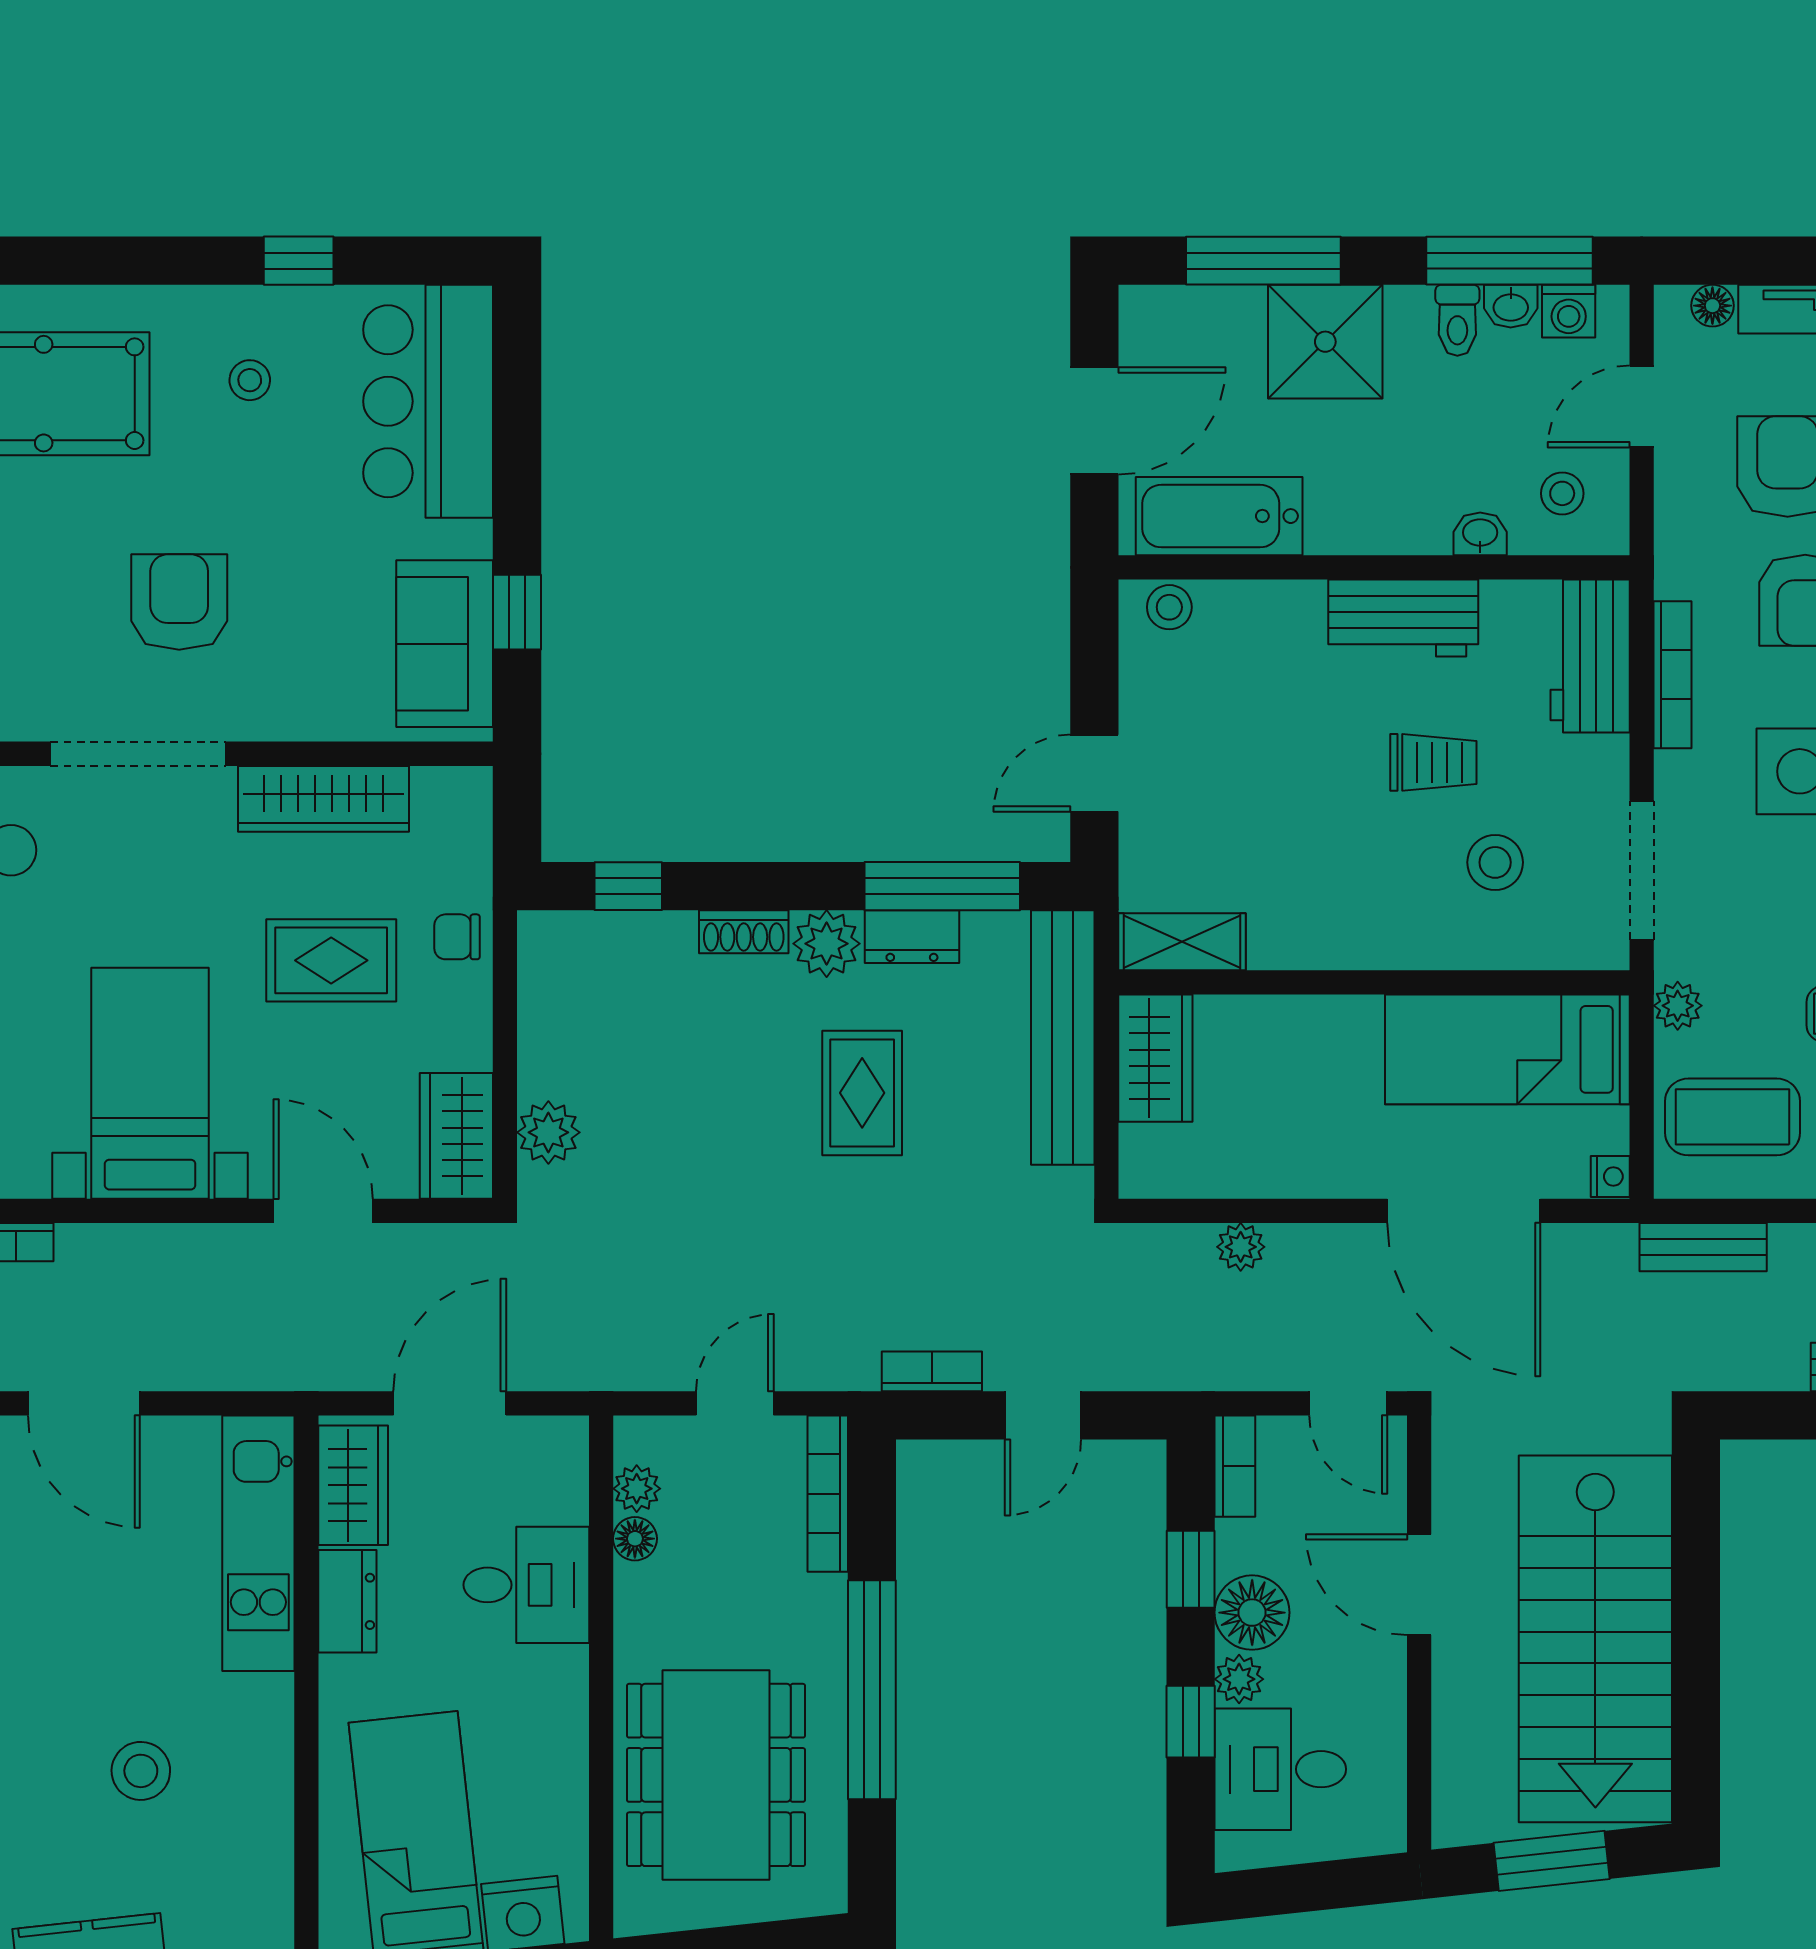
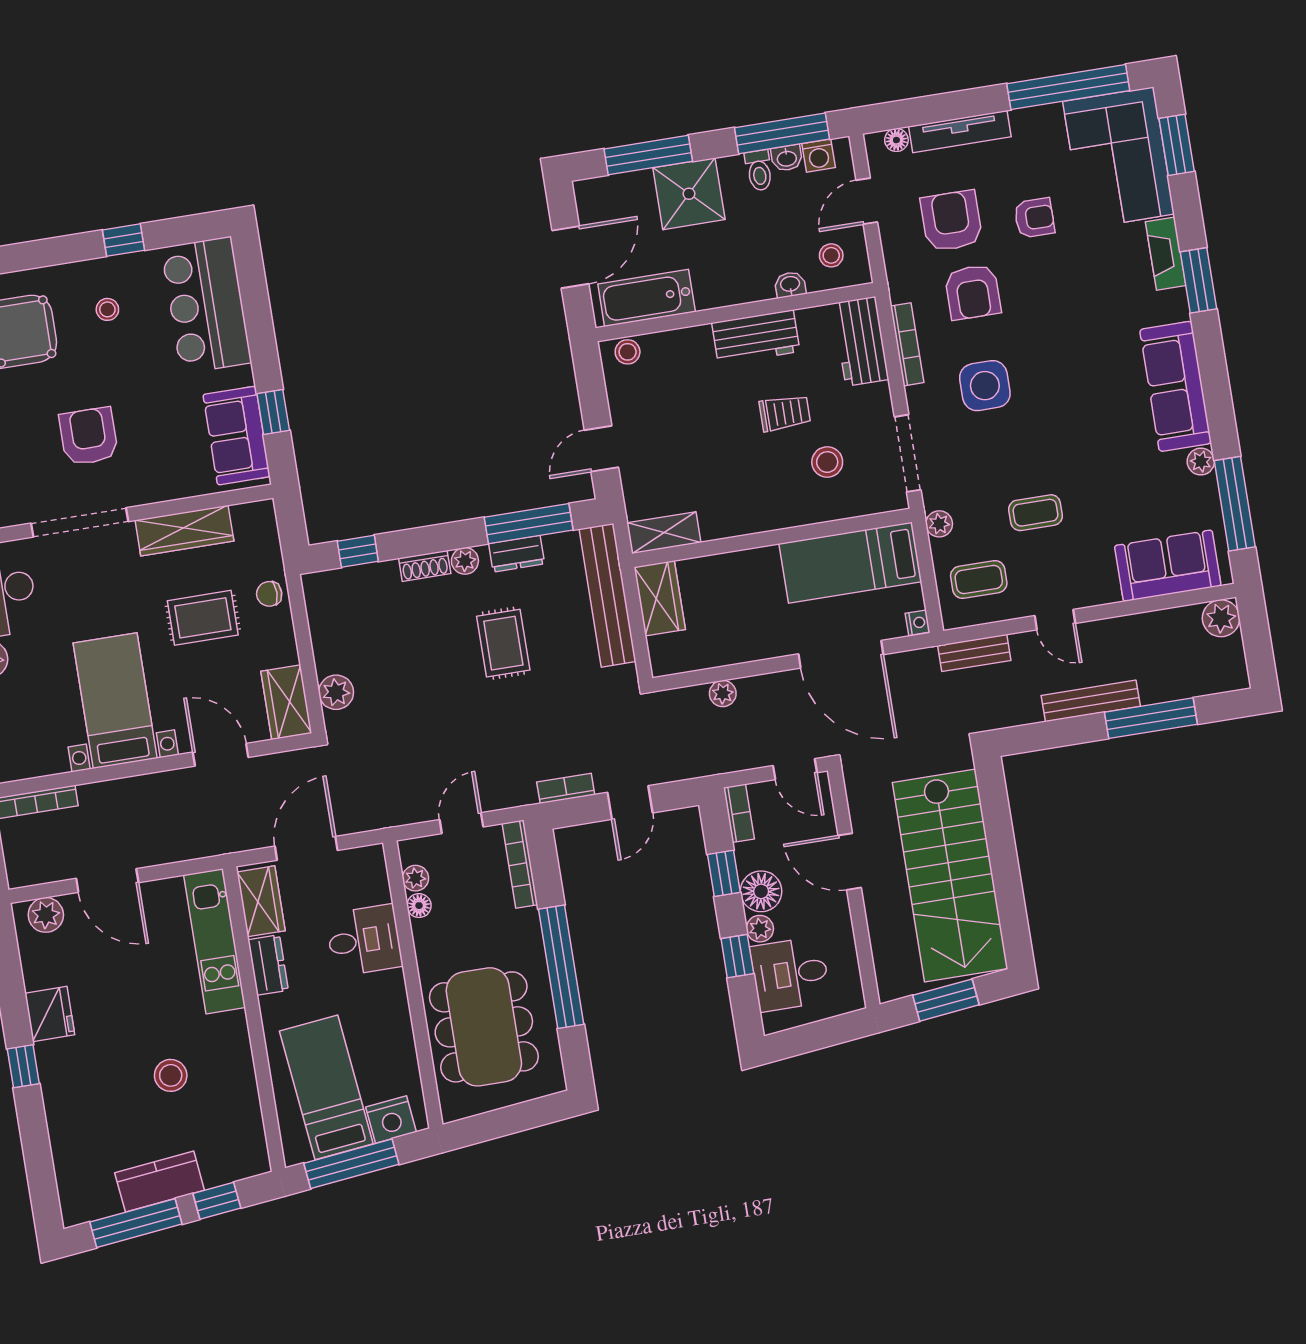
plant: (827, 944) -> (465, 561), width x0.73, depth x0.73
coffee table: (1732, 1117) -> (979, 579), width x0.73, depth x0.77

